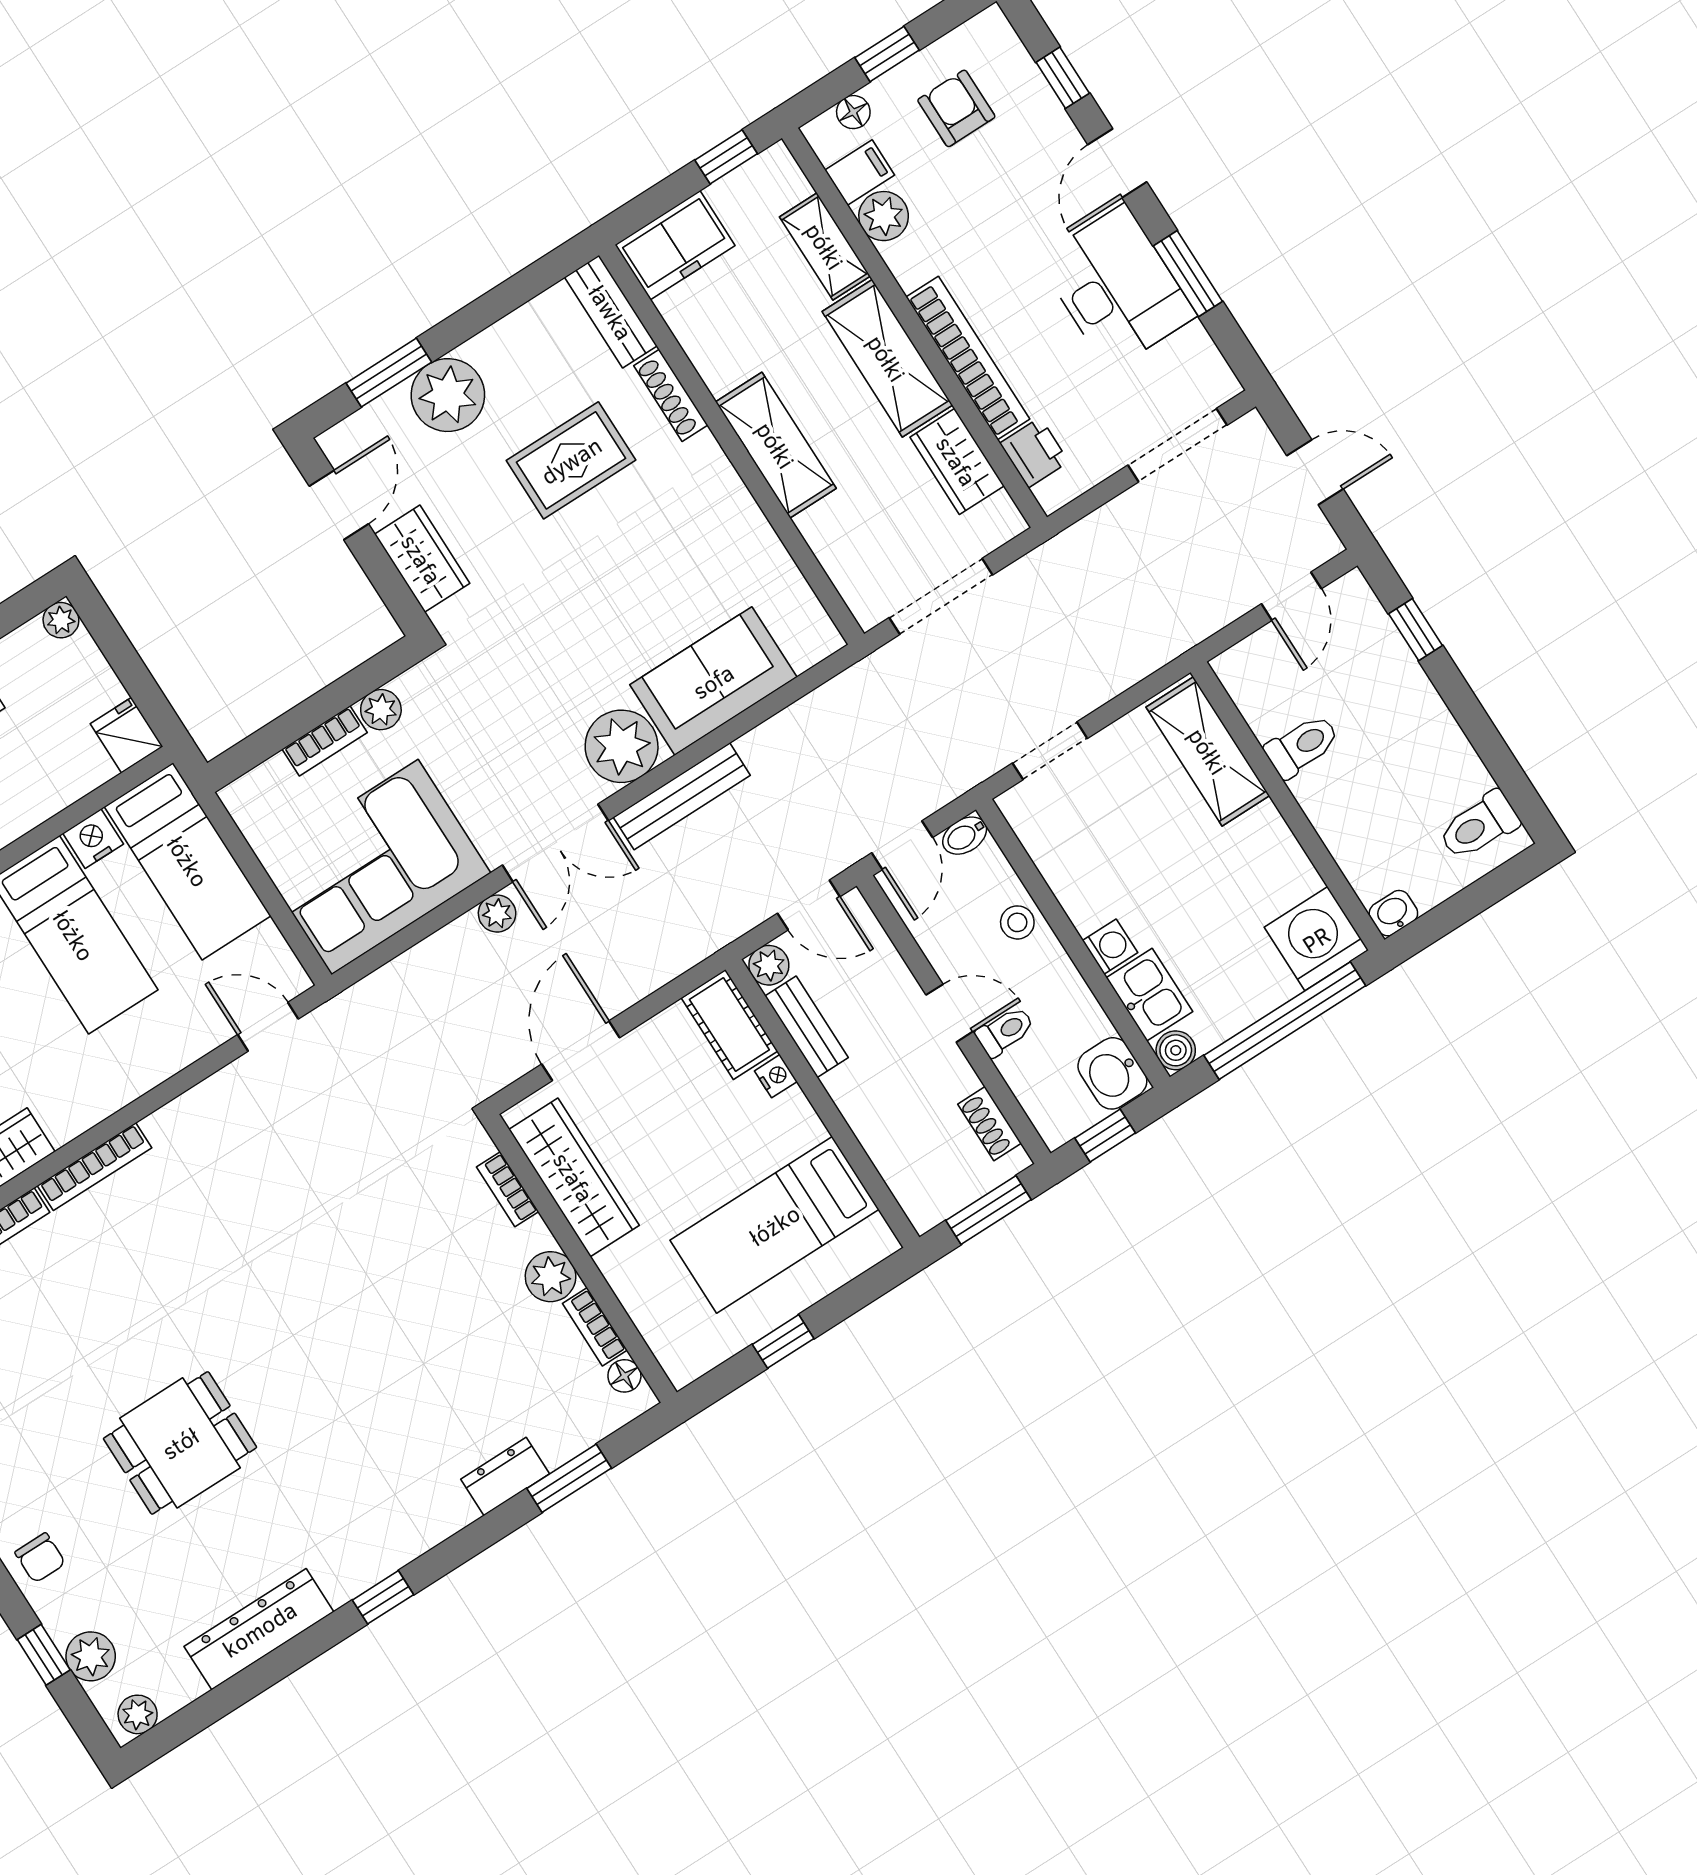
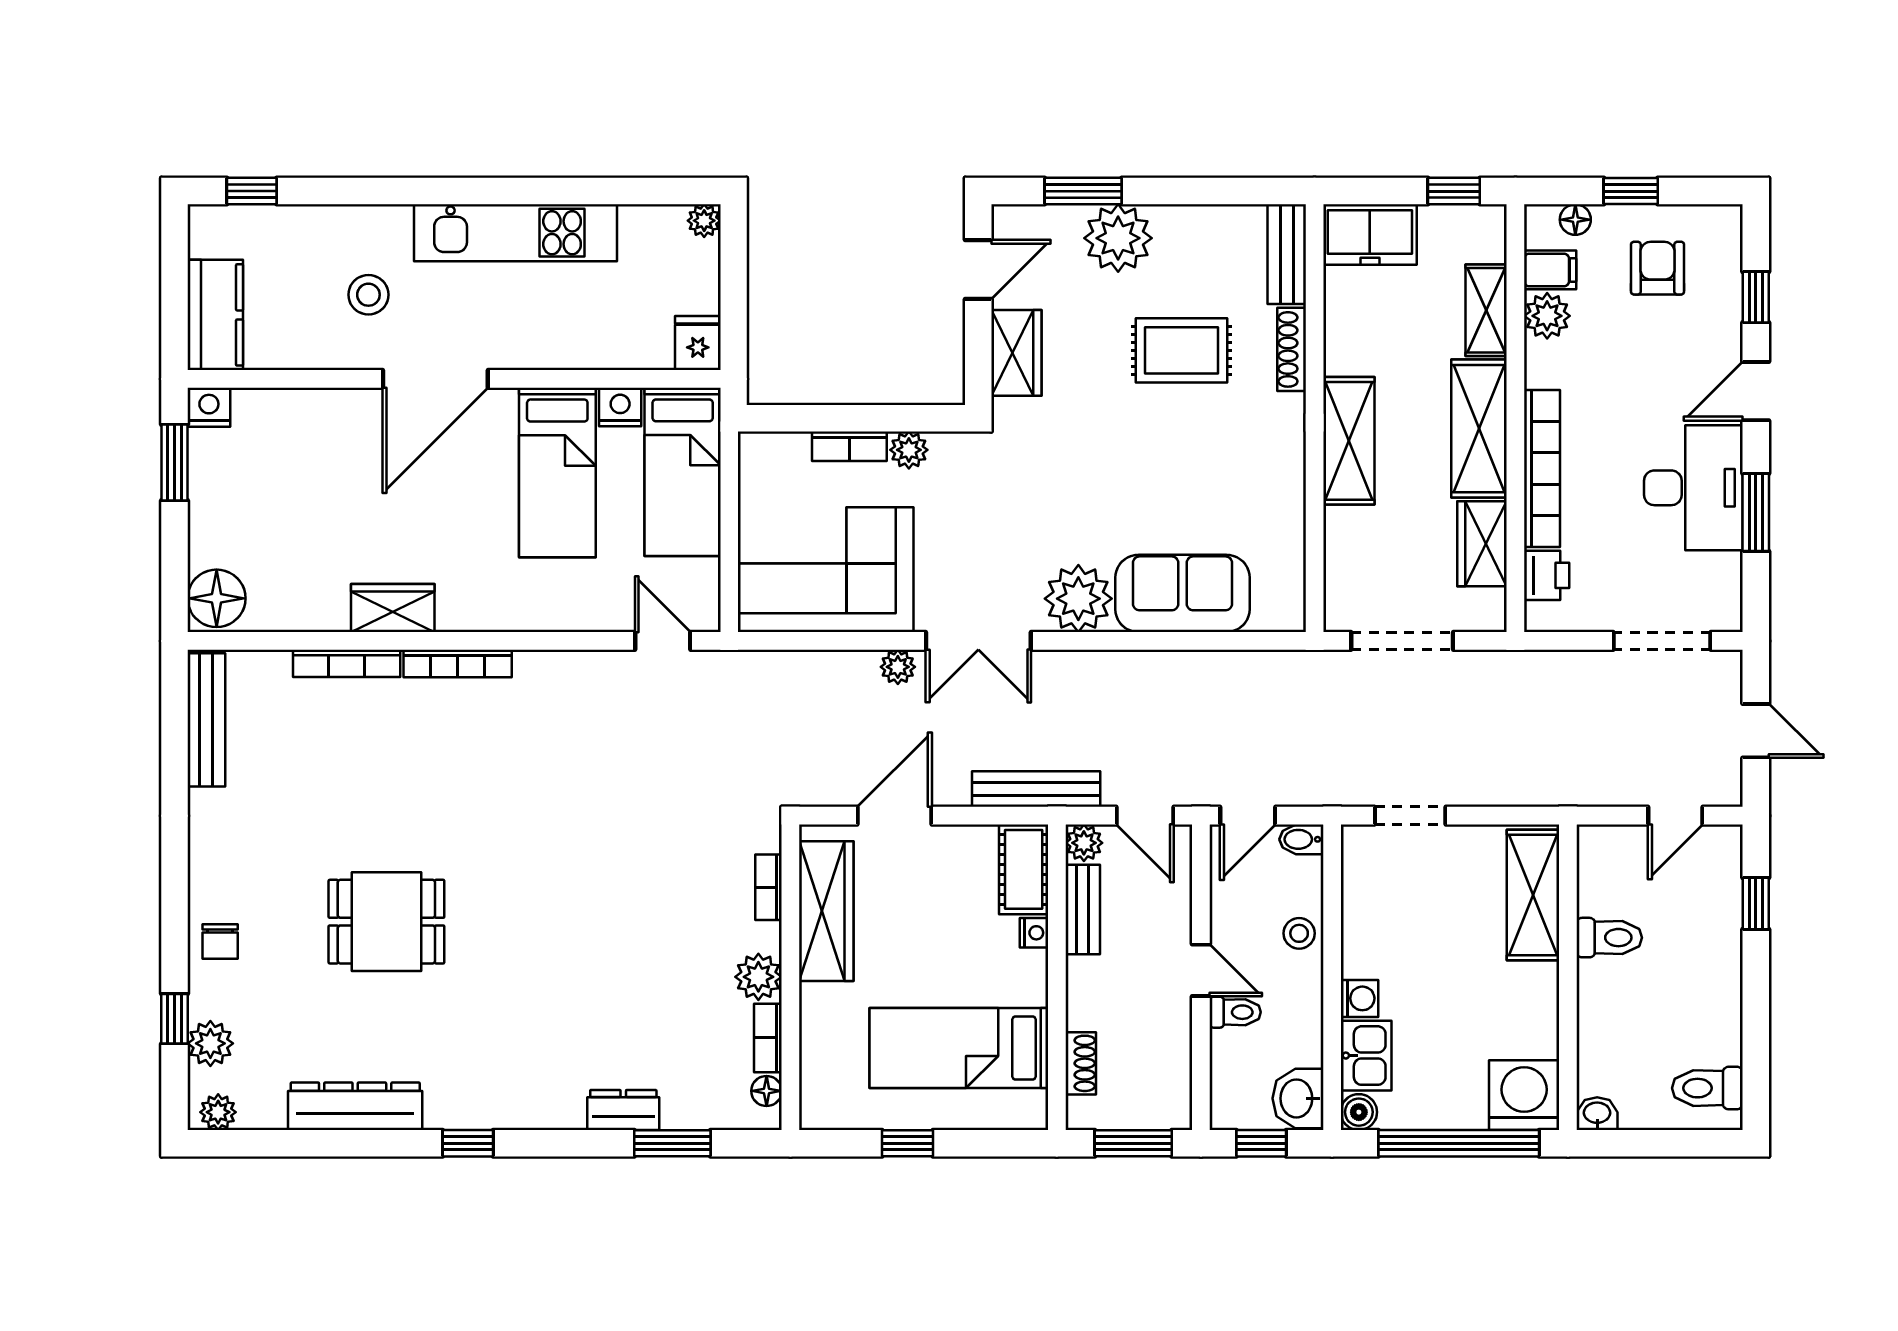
bench: (682, 796) -> (1036, 789), moved
shoe rack: (990, 1124) -> (1081, 1063), moved, turned 180

